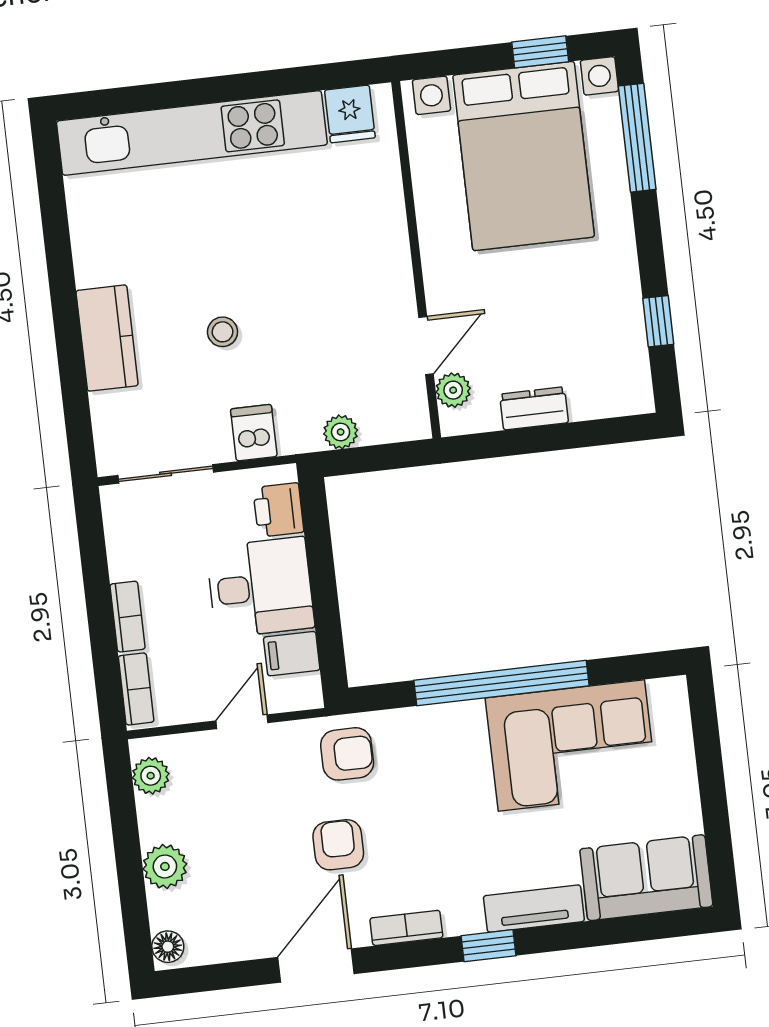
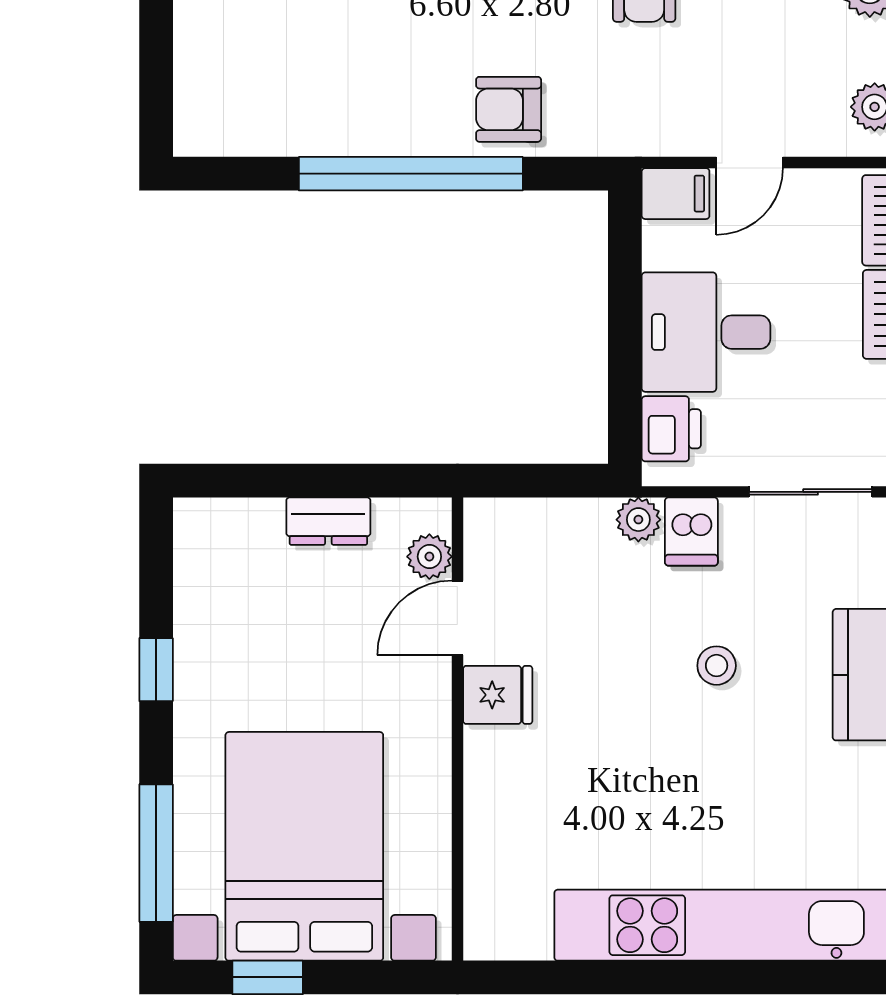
fridge: (350, 114) -> (498, 695), moved, turned 90
window: (658, 321) -> (156, 670), moved
plant: (341, 432) -> (638, 520), moved
filing cabinet: (292, 654) -> (676, 194), moved
corner sofa: (571, 746) -> (330, 83), removed
armchair: (347, 754) -> (509, 109), moved

